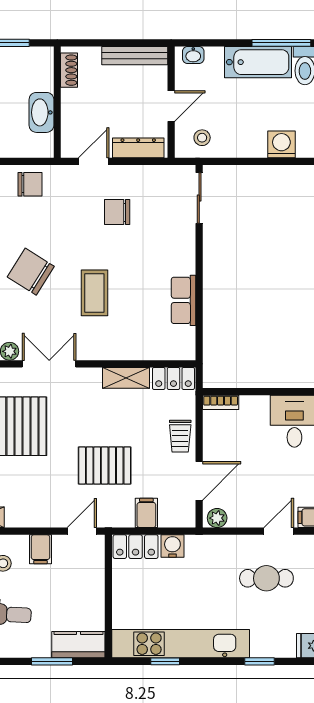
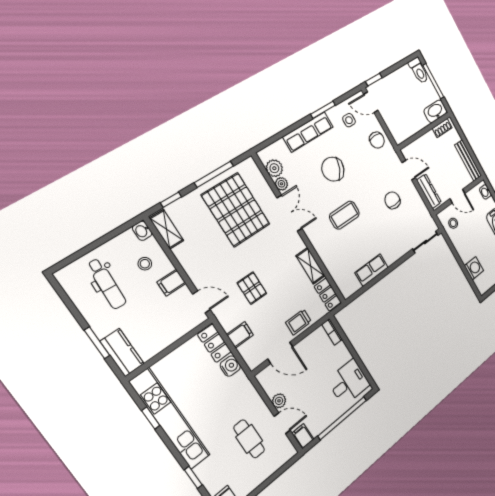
washbasin: (41, 112) -> (435, 111), moved
chair: (31, 272) -> (333, 169), turned -96
pallet: (105, 466) -> (252, 288), width x0.67, depth x0.71
plant: (217, 518) -> (279, 401), moved

